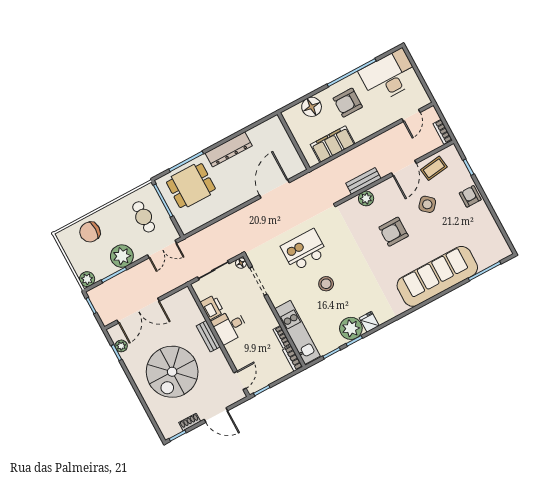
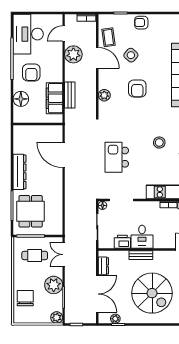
door: (411, 116) -> (64, 33), swing flipped
plant: (393, 139) -> (73, 54), added
bench: (363, 181) -> (70, 95), moved
chair: (90, 232) -> (25, 298), turned 180
double door: (162, 249) -> (64, 255), swing flipped
stool: (326, 284) -> (159, 143), moved
dresser: (173, 301) -> (103, 266), added

